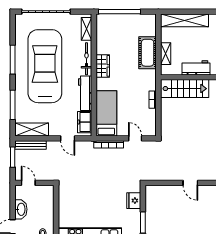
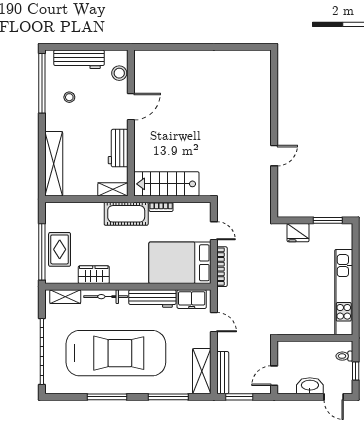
rug: (121, 25) -> (60, 249), added
cot: (148, 53) -> (126, 214), moved
shelving: (166, 54) -> (113, 189), moved
car: (45, 66) -> (116, 353), turned 180
wardrobe: (103, 66) -> (94, 275), moved
stairs: (185, 89) -> (166, 184), moved, turned -90
bed: (106, 113) -> (180, 263), width x1.50
door: (68, 138) -> (214, 322), hinge flipped
door: (135, 138) -> (214, 231), swing flipped

